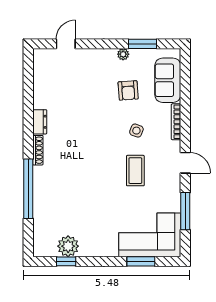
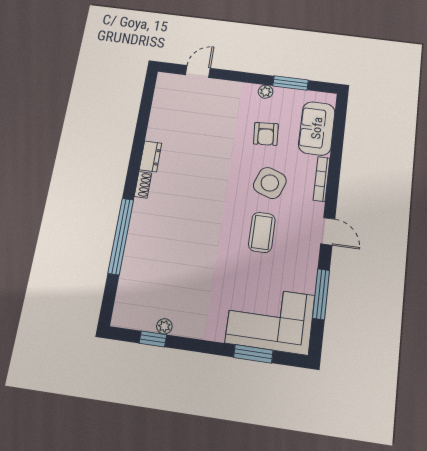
side table: (136, 131) -> (270, 183), width x1.87, depth x1.87
shoe rack: (38, 150) -> (143, 185), width x0.70
plant: (68, 246) -> (164, 326), width x0.53, depth x0.53

